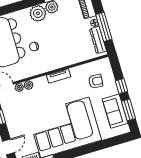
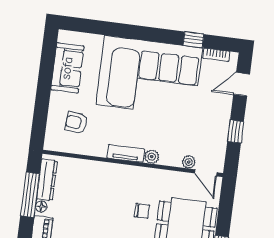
plant: (29, 85) -> (152, 157), moved
window: (122, 86) -> (42, 99), removed
window: (129, 110) -> (47, 61), removed

